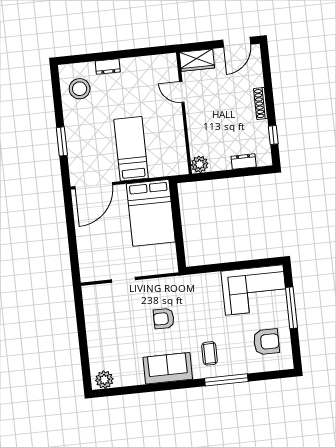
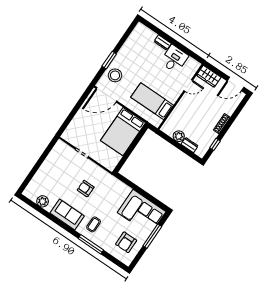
desk: (138, 74) -> (174, 59), added
stool: (80, 89) -> (115, 75), moved
door: (182, 92) -> (188, 86), swing flipped
bed: (131, 149) -> (152, 101), moved, turned -90
plant: (200, 164) -> (179, 136), moved
armchair: (266, 342) -> (126, 242), turned 90
plant: (104, 380) -> (43, 201), moved

